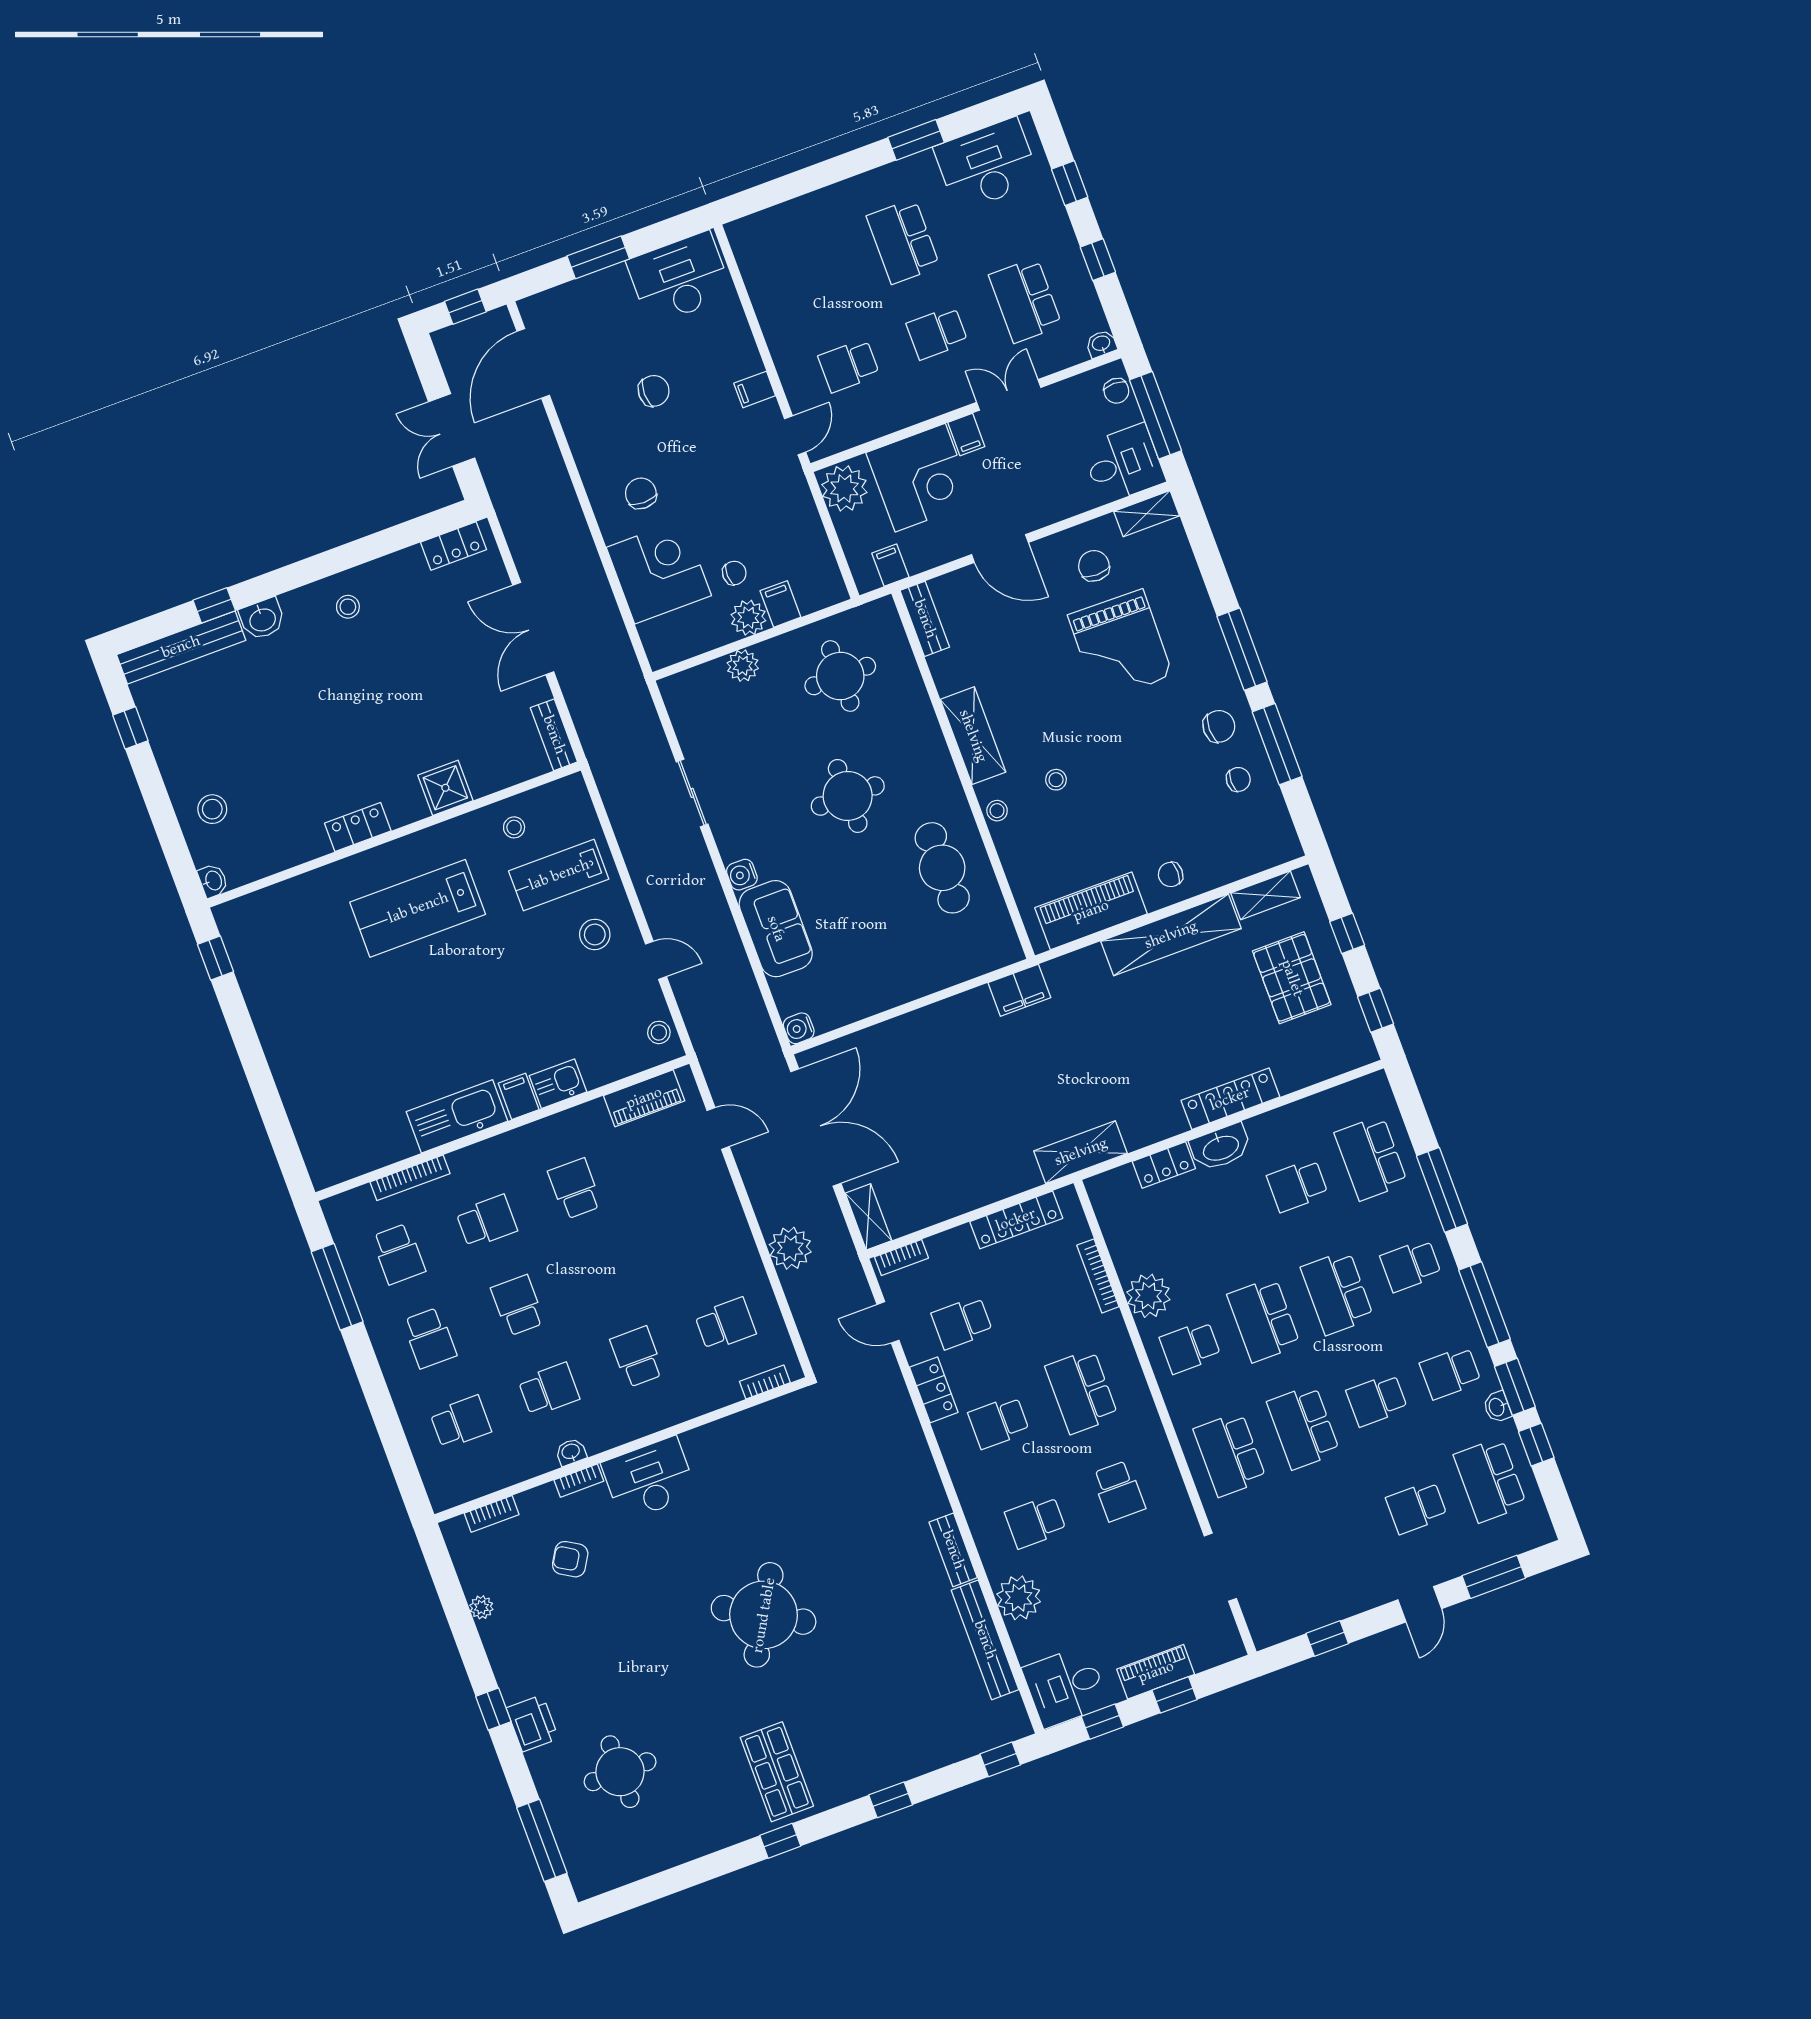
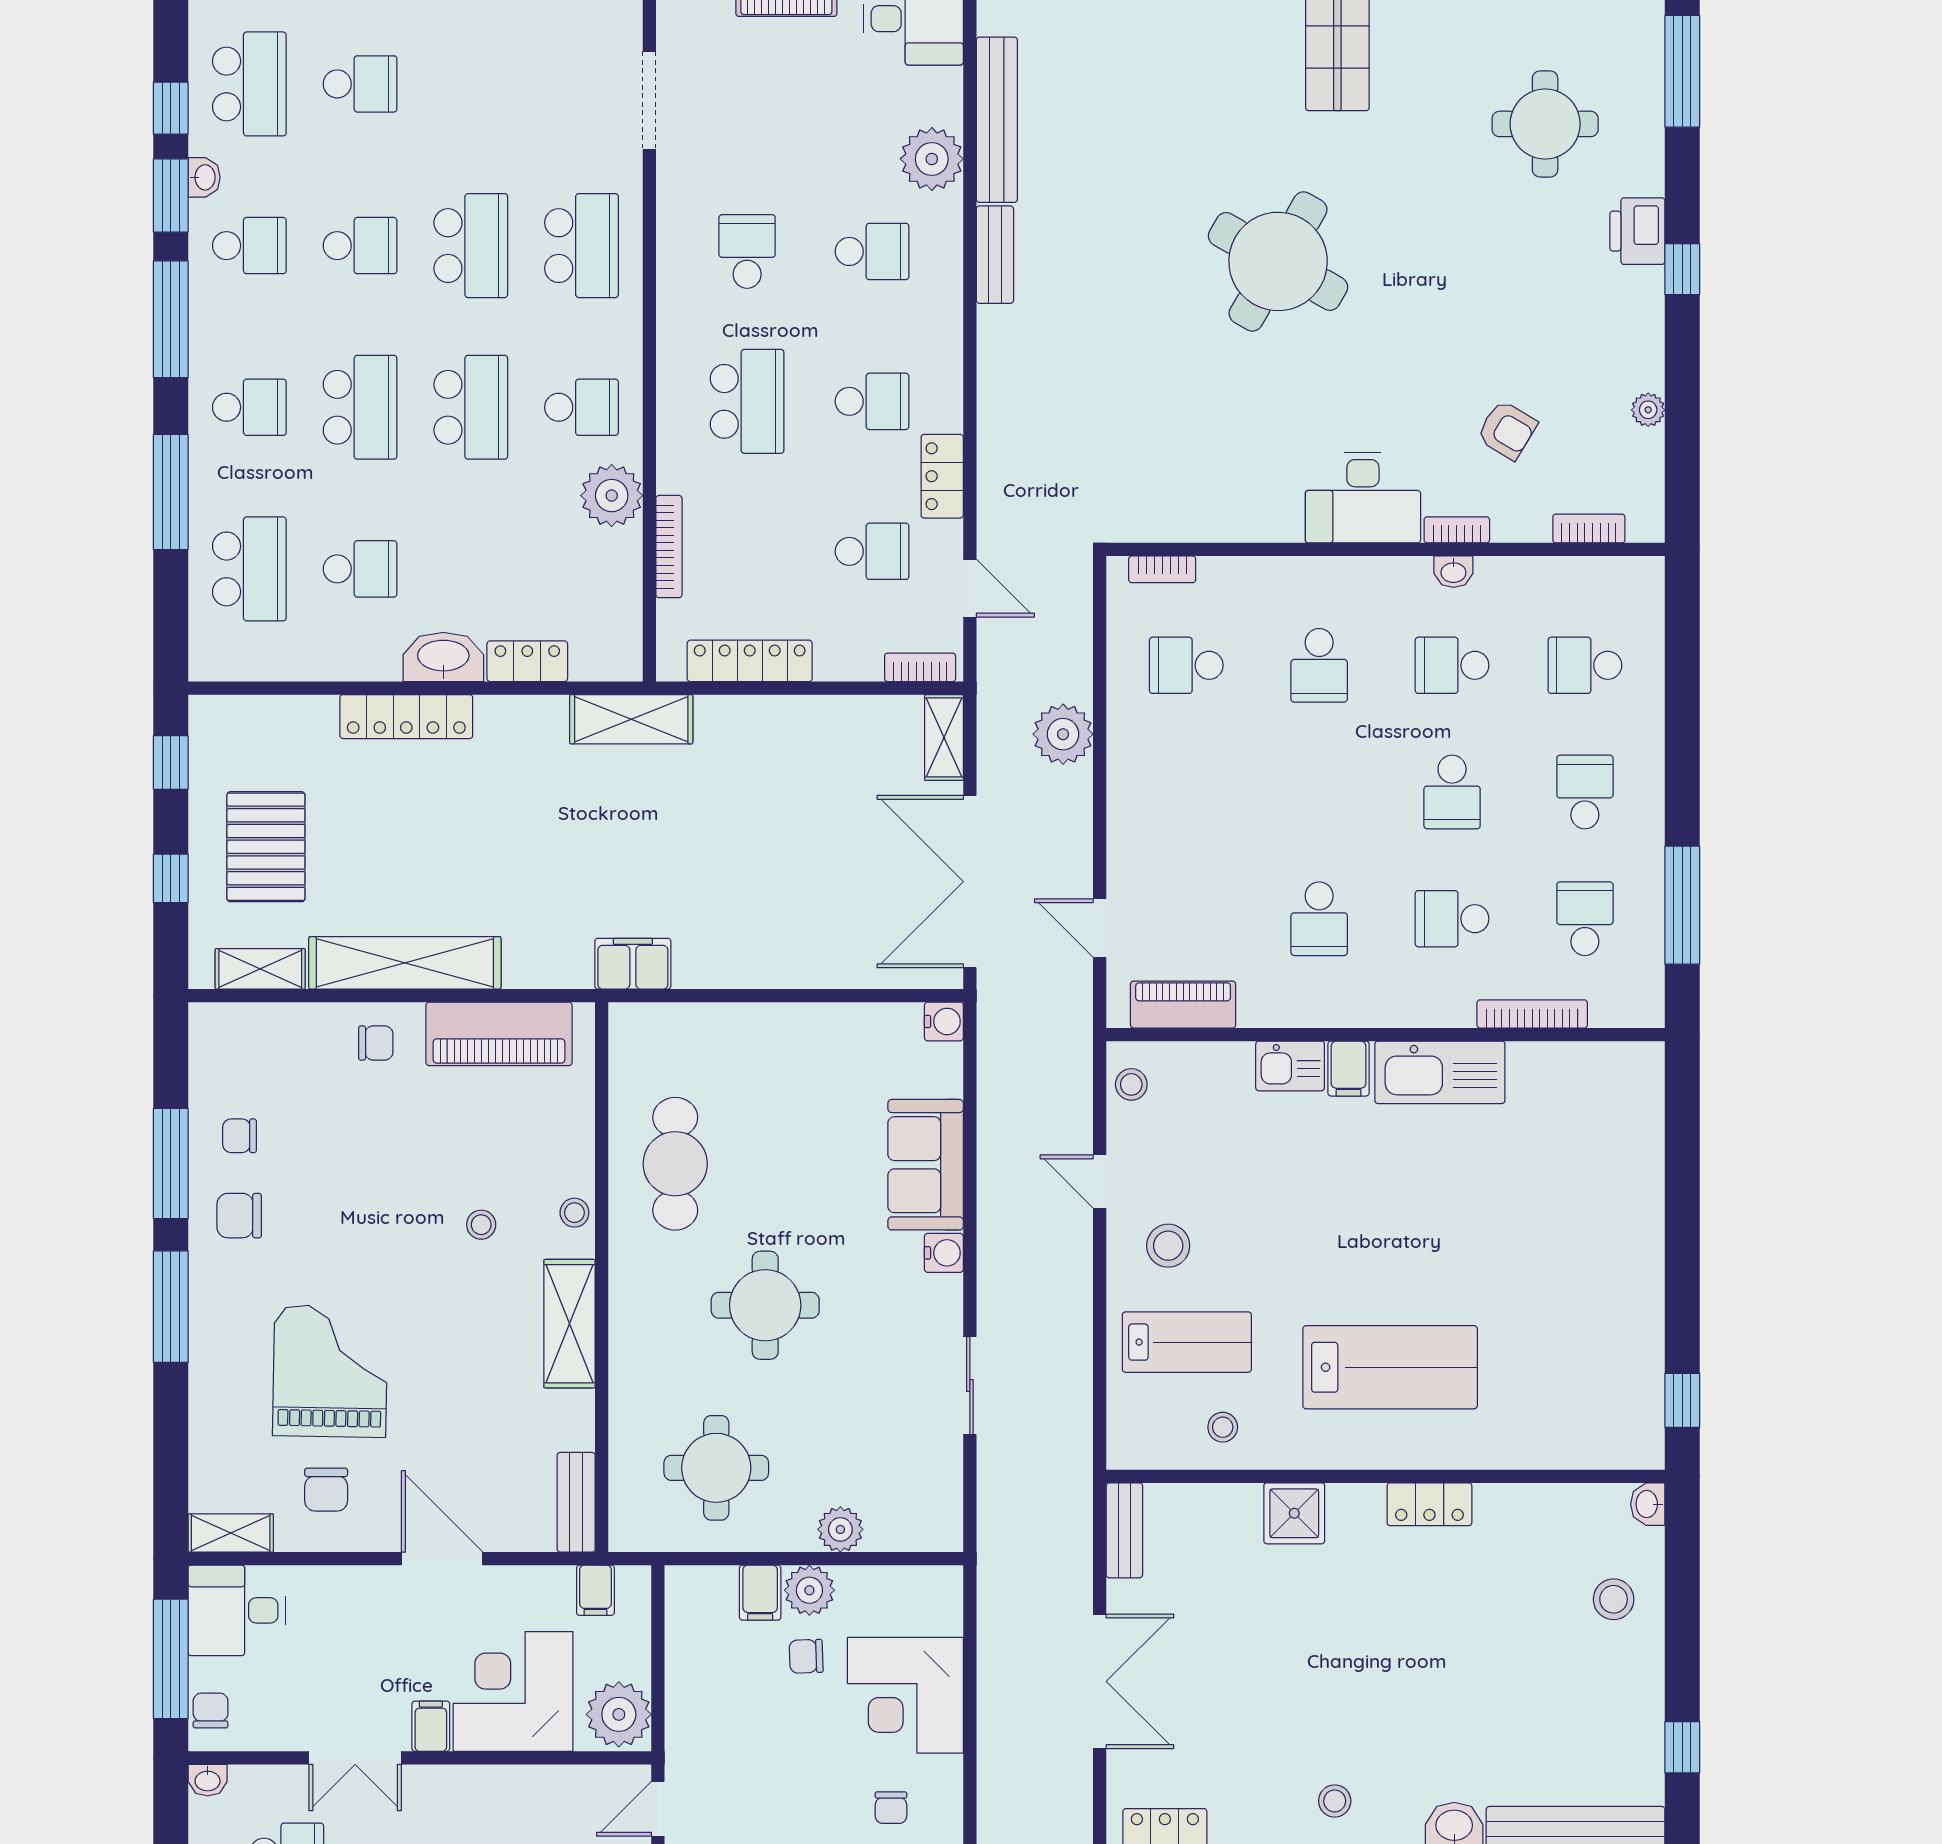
chair: (641, 493) -> (891, 1808), width x0.73, depth x0.73

